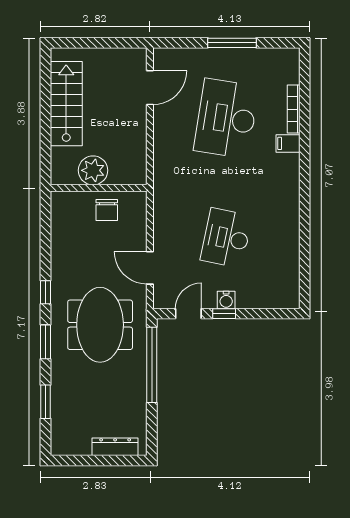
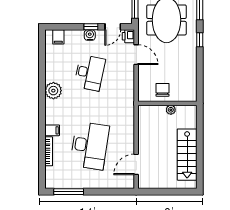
window: (232, 43) -> (69, 192), moved
plant: (93, 170) -> (171, 110), width x0.53, depth x0.53
plant: (286, 209) -> (53, 91), added
filing cabinet: (278, 297) -> (58, 37), added
printer: (163, 298) -> (128, 36), added

